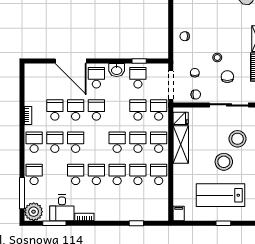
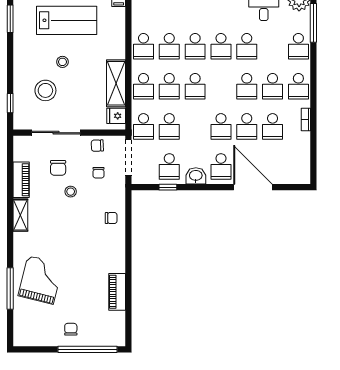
stool: (224, 162) -> (62, 62), width x0.53, depth x0.53

